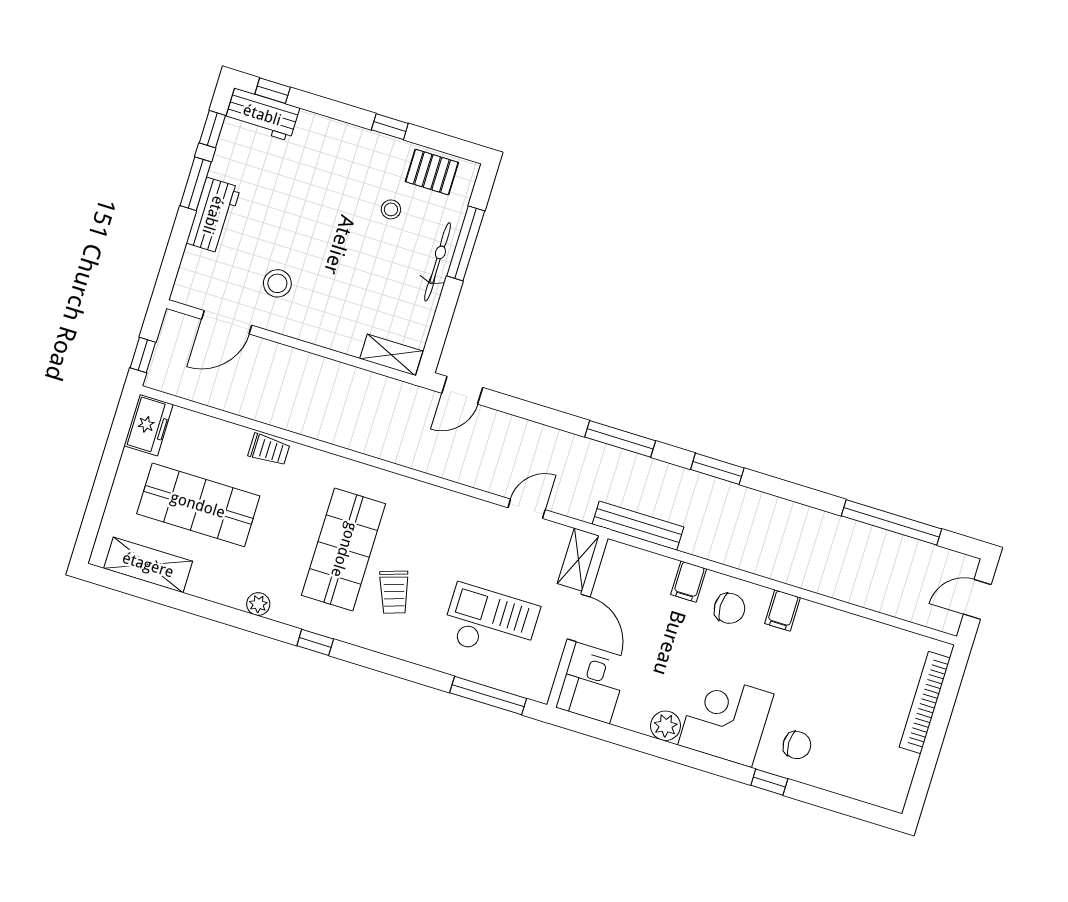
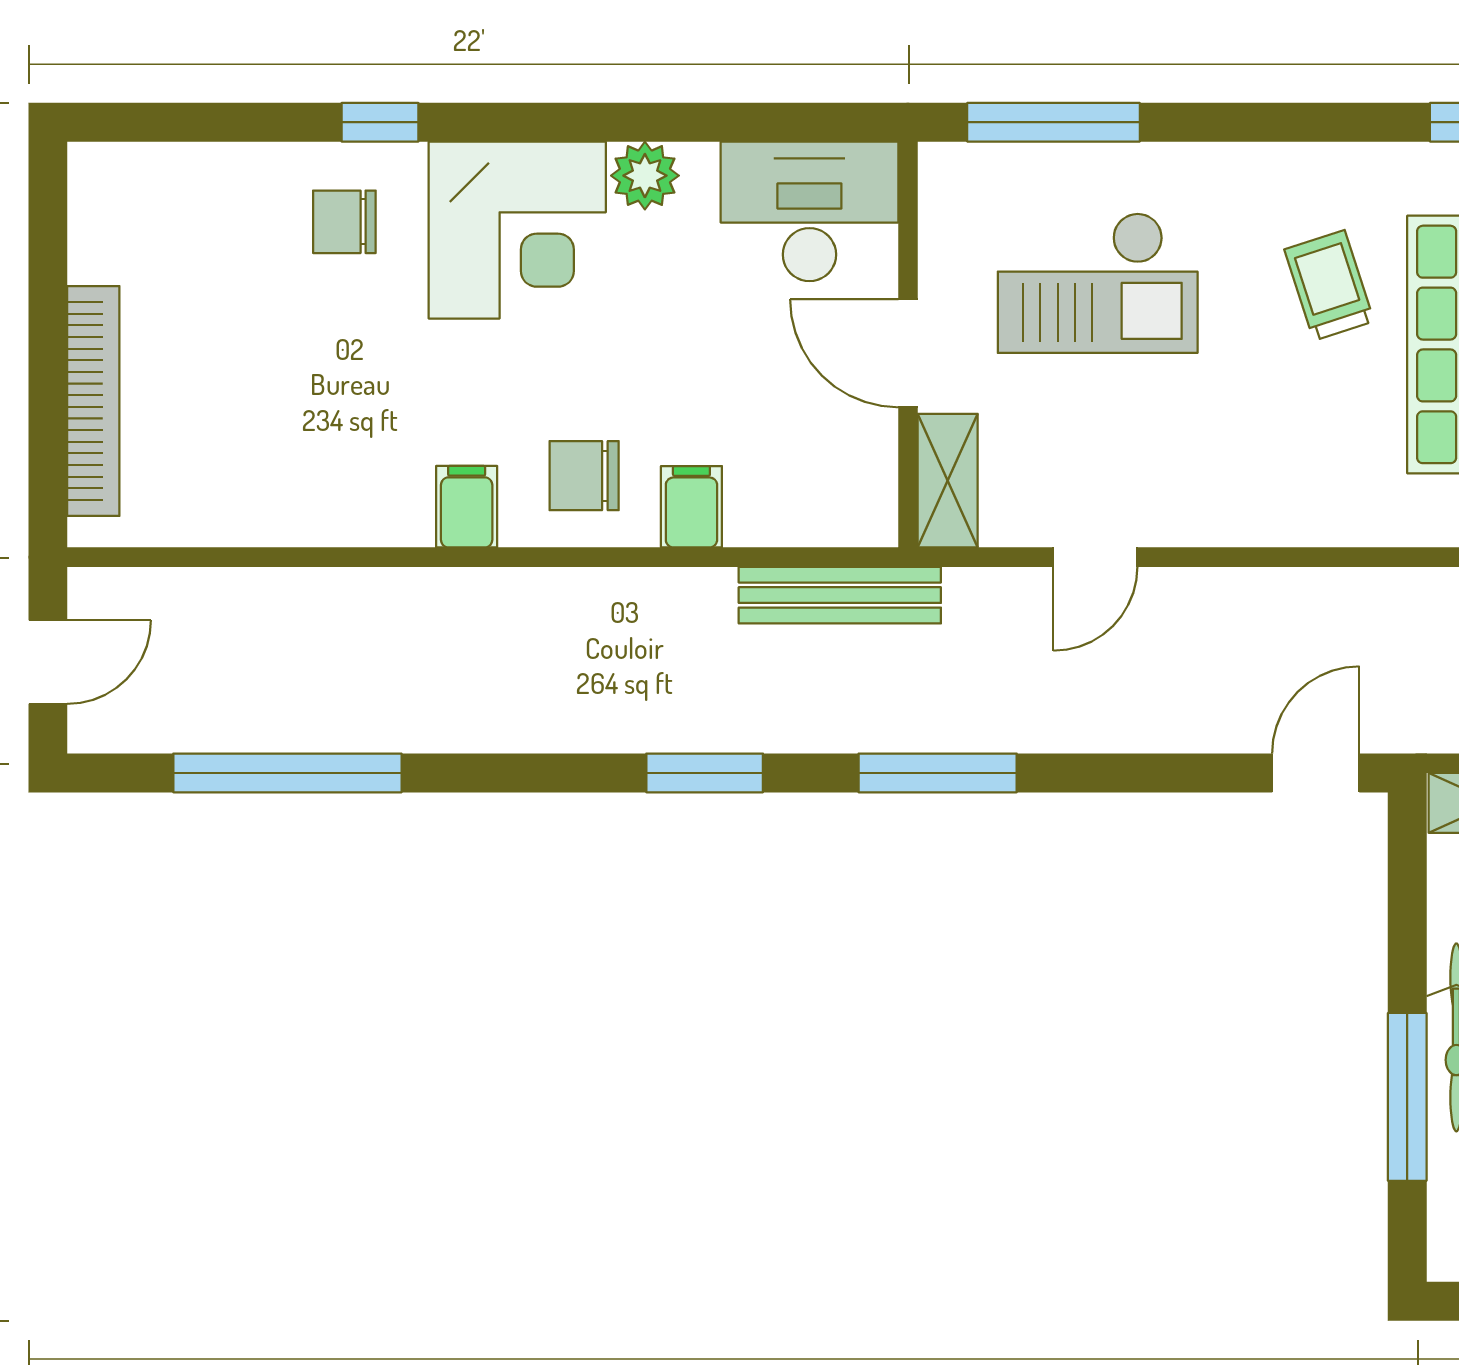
desk: (591, 687) -> (809, 211), width x1.37

